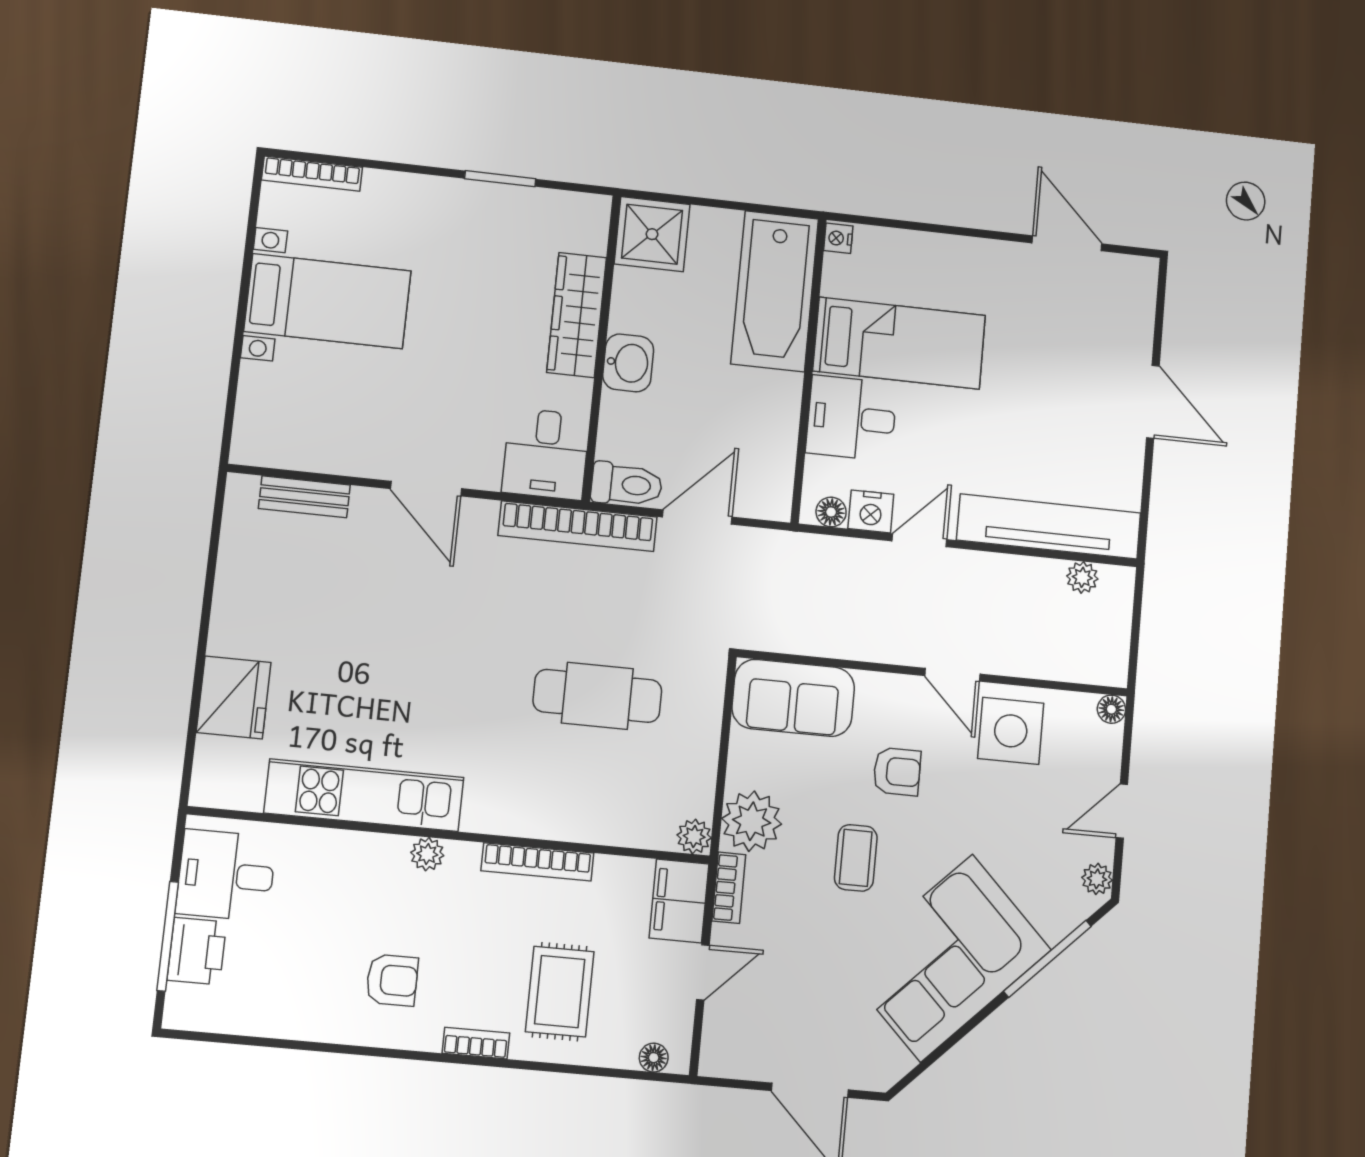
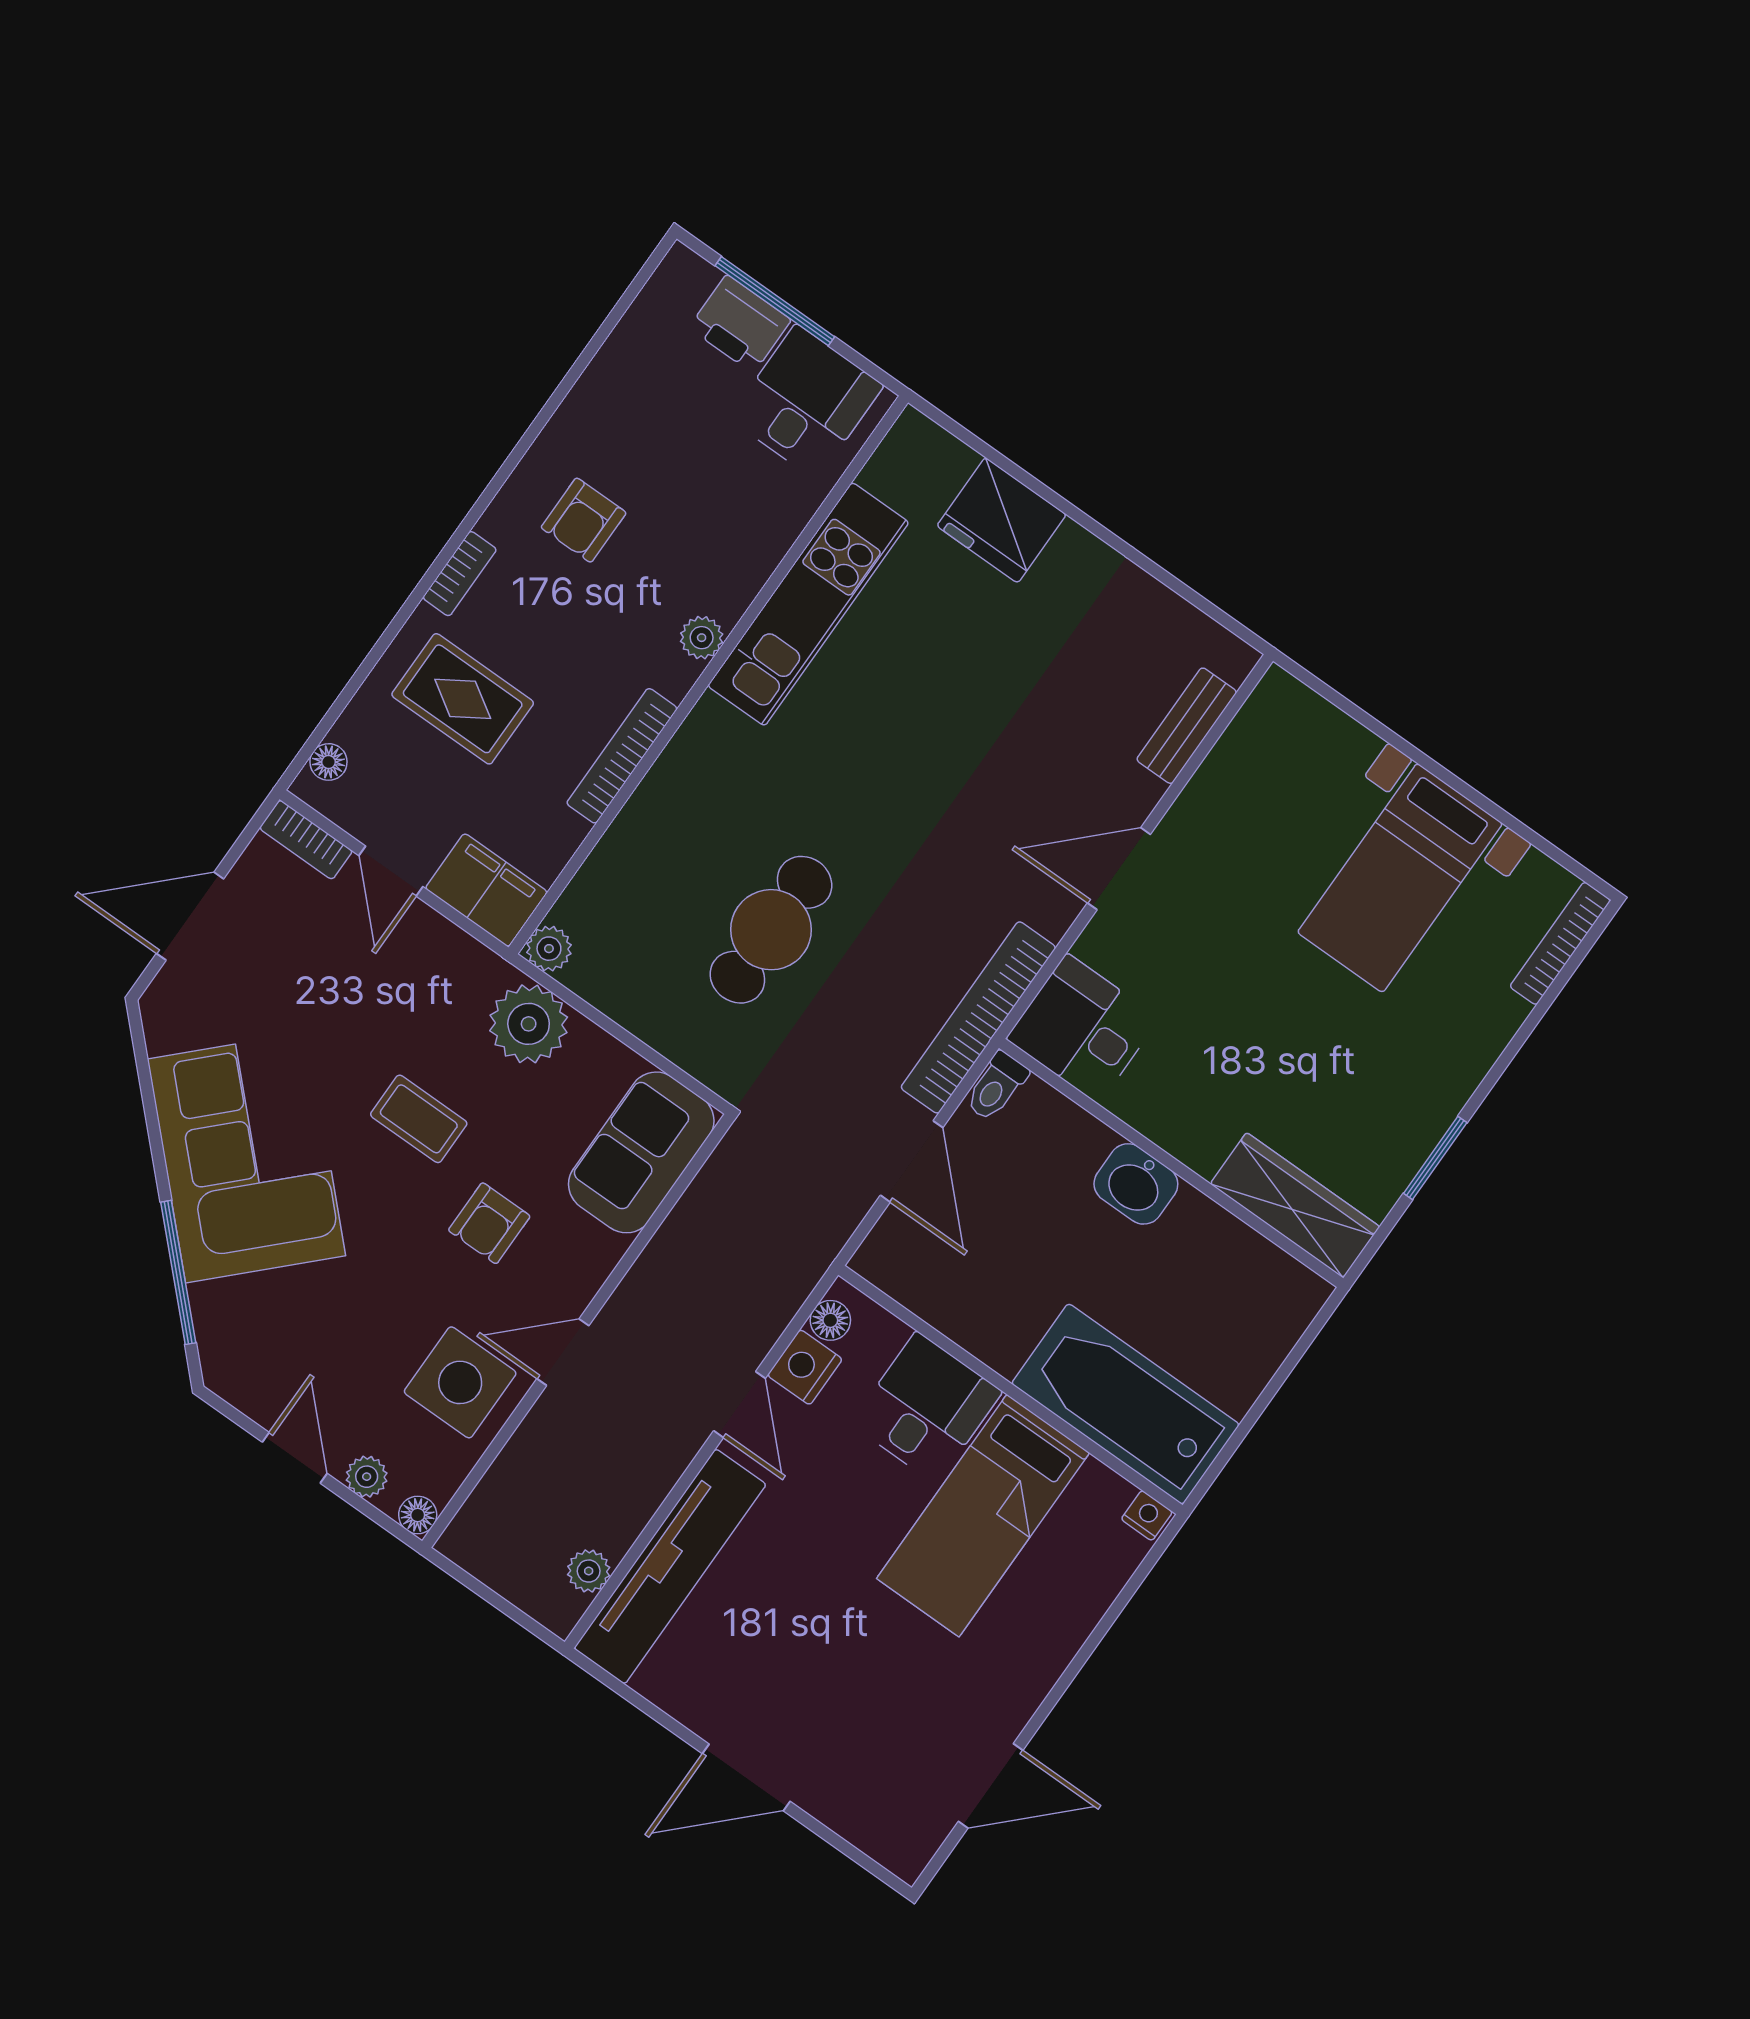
shower: (652, 234) -> (1272, 1298), removed
wardrobe: (577, 315) -> (1295, 1205), moved
toilet: (627, 484) -> (996, 1087), width x0.73, depth x0.72
plant: (1097, 879) -> (367, 1477), moved
bookcase: (729, 888) -> (306, 840), moved

